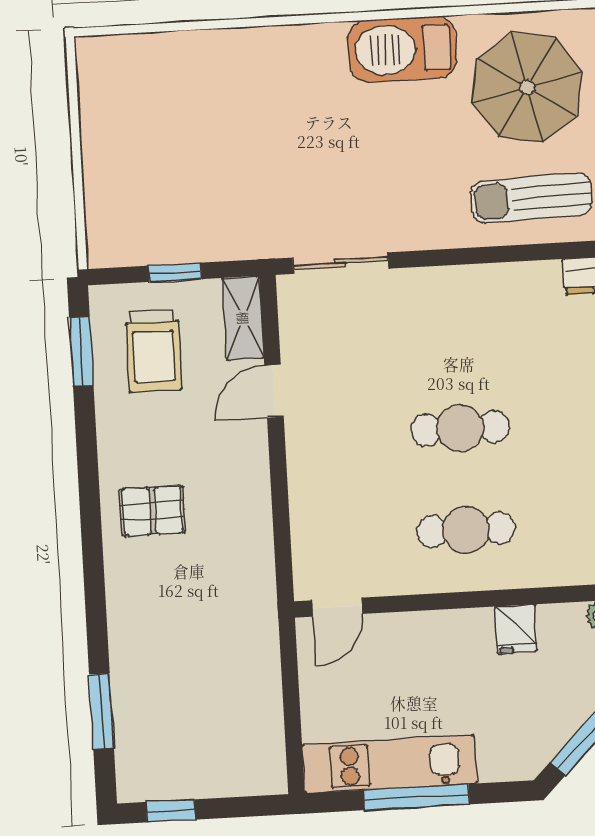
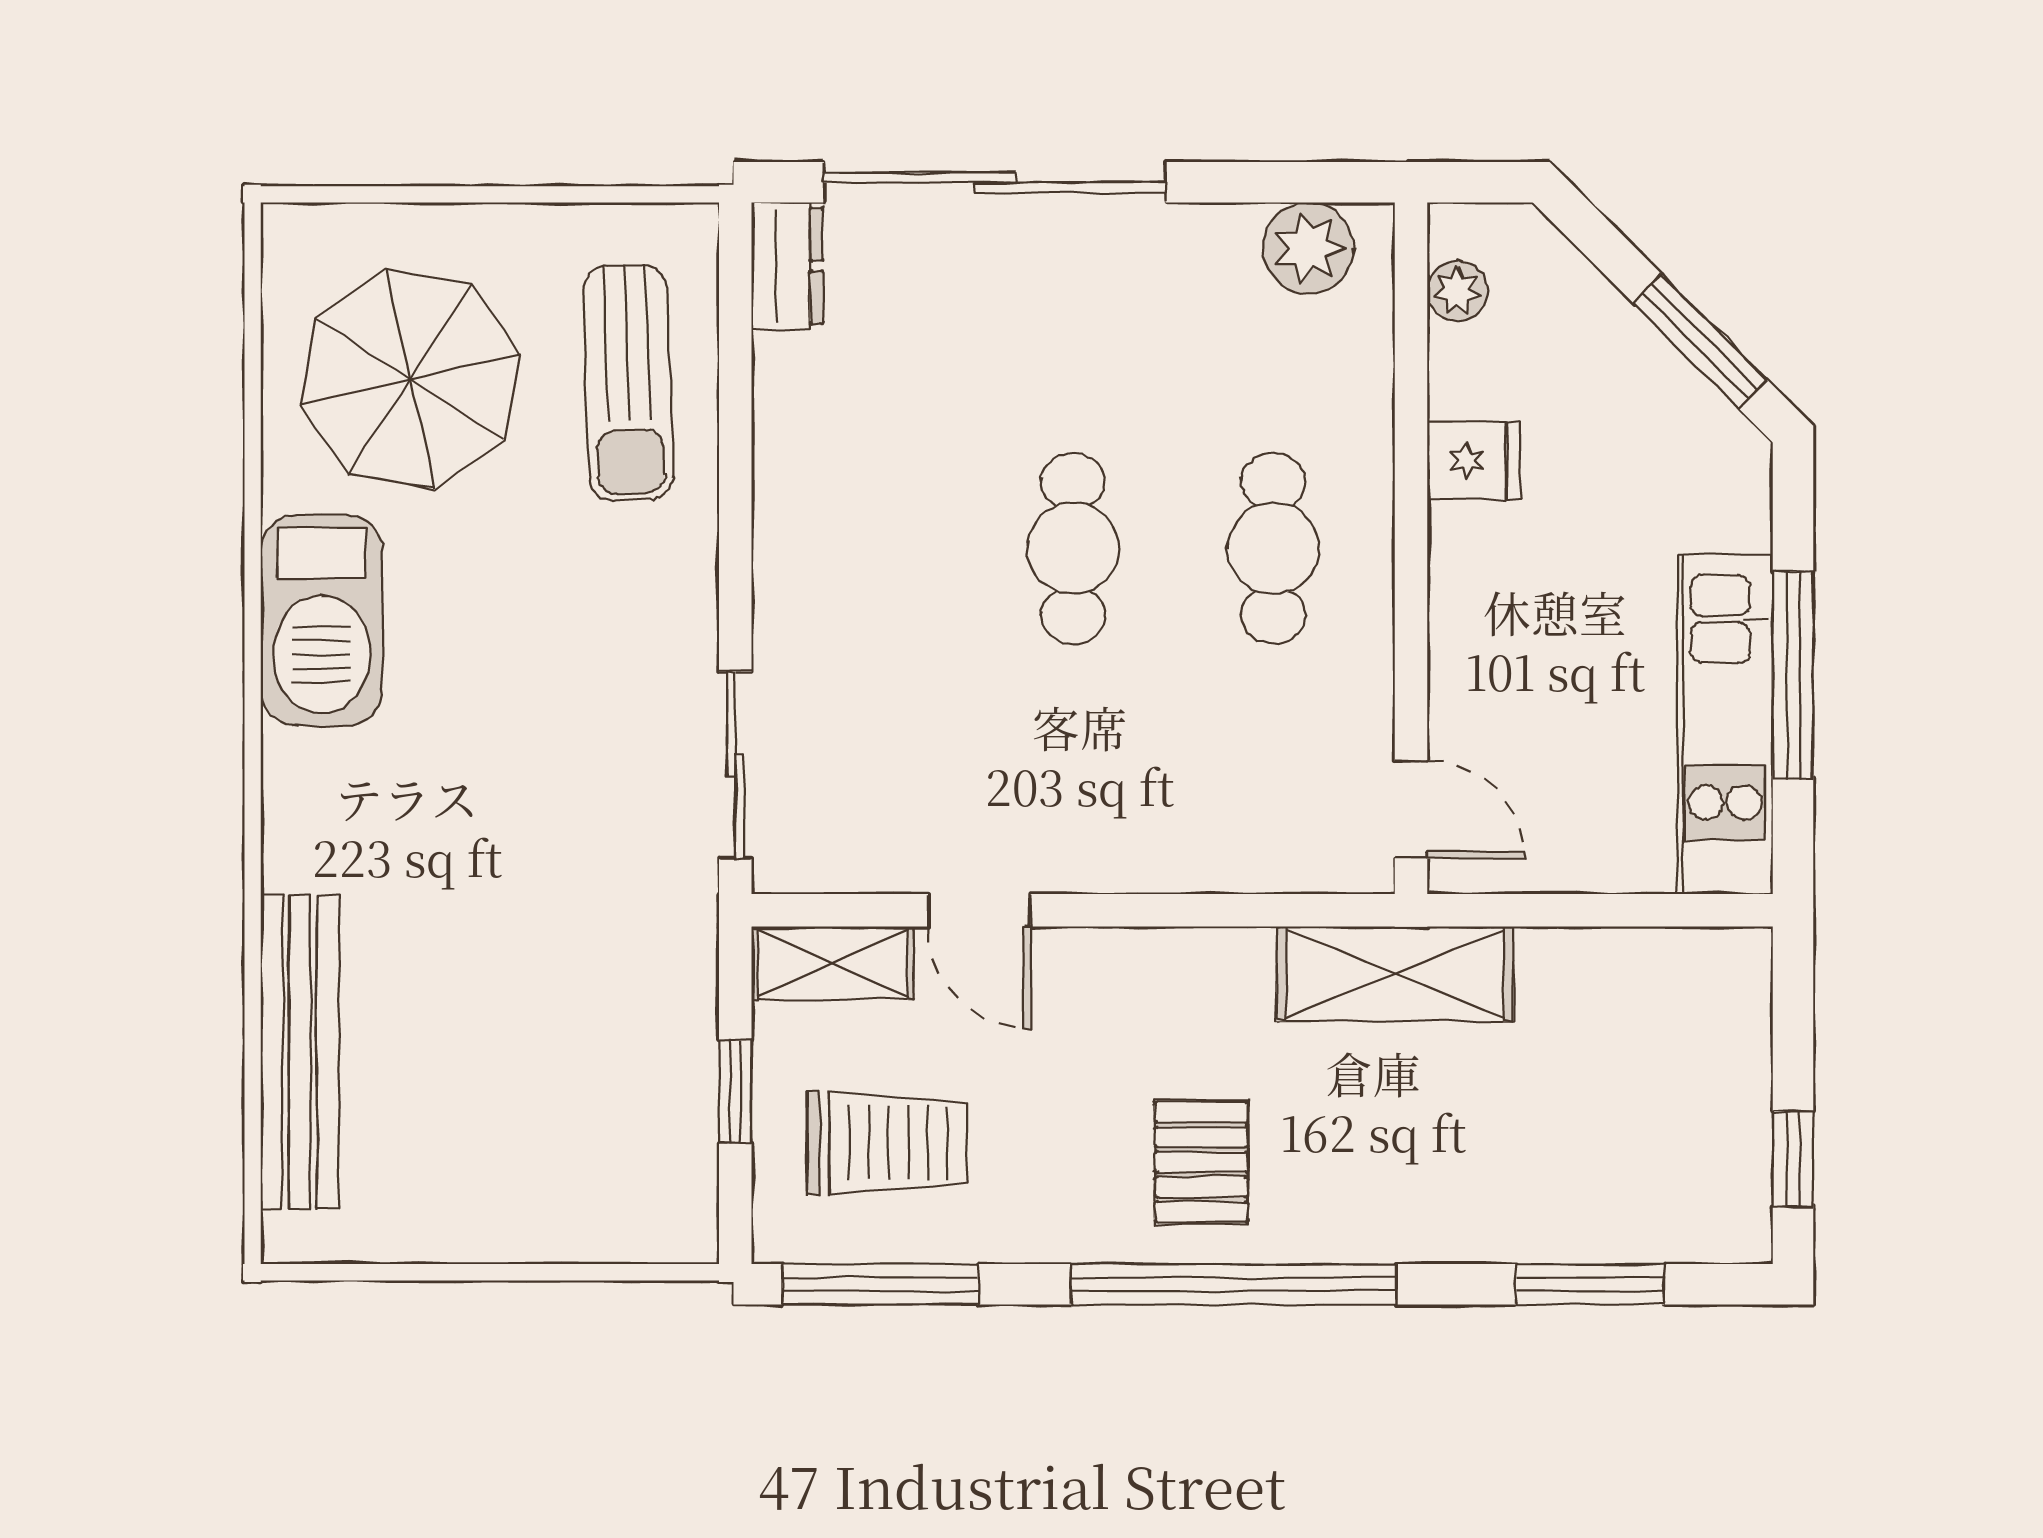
bench: (183, 50) -> (300, 1052), added
window: (81, 351) -> (880, 1284), width x1.44
window: (91, 531) -> (1234, 1284), added
shelving: (254, 604) -> (1395, 974), added

